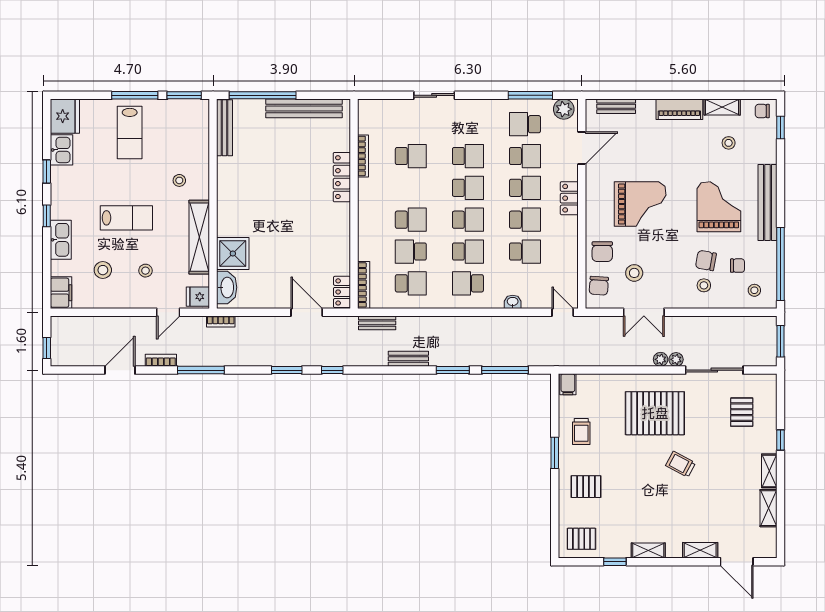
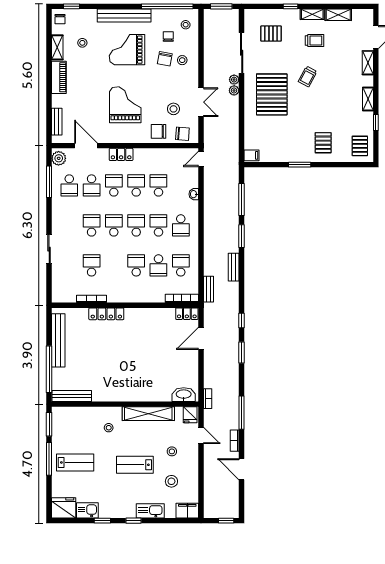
school desk: (525, 156) -> (92, 185), turned 180
lab bench: (126, 218) -> (135, 465), turned -90
chair: (602, 252) -> (159, 131), turned 180
shower: (233, 254) -> (160, 390), removed
trolley: (581, 431) -> (315, 41), moved

